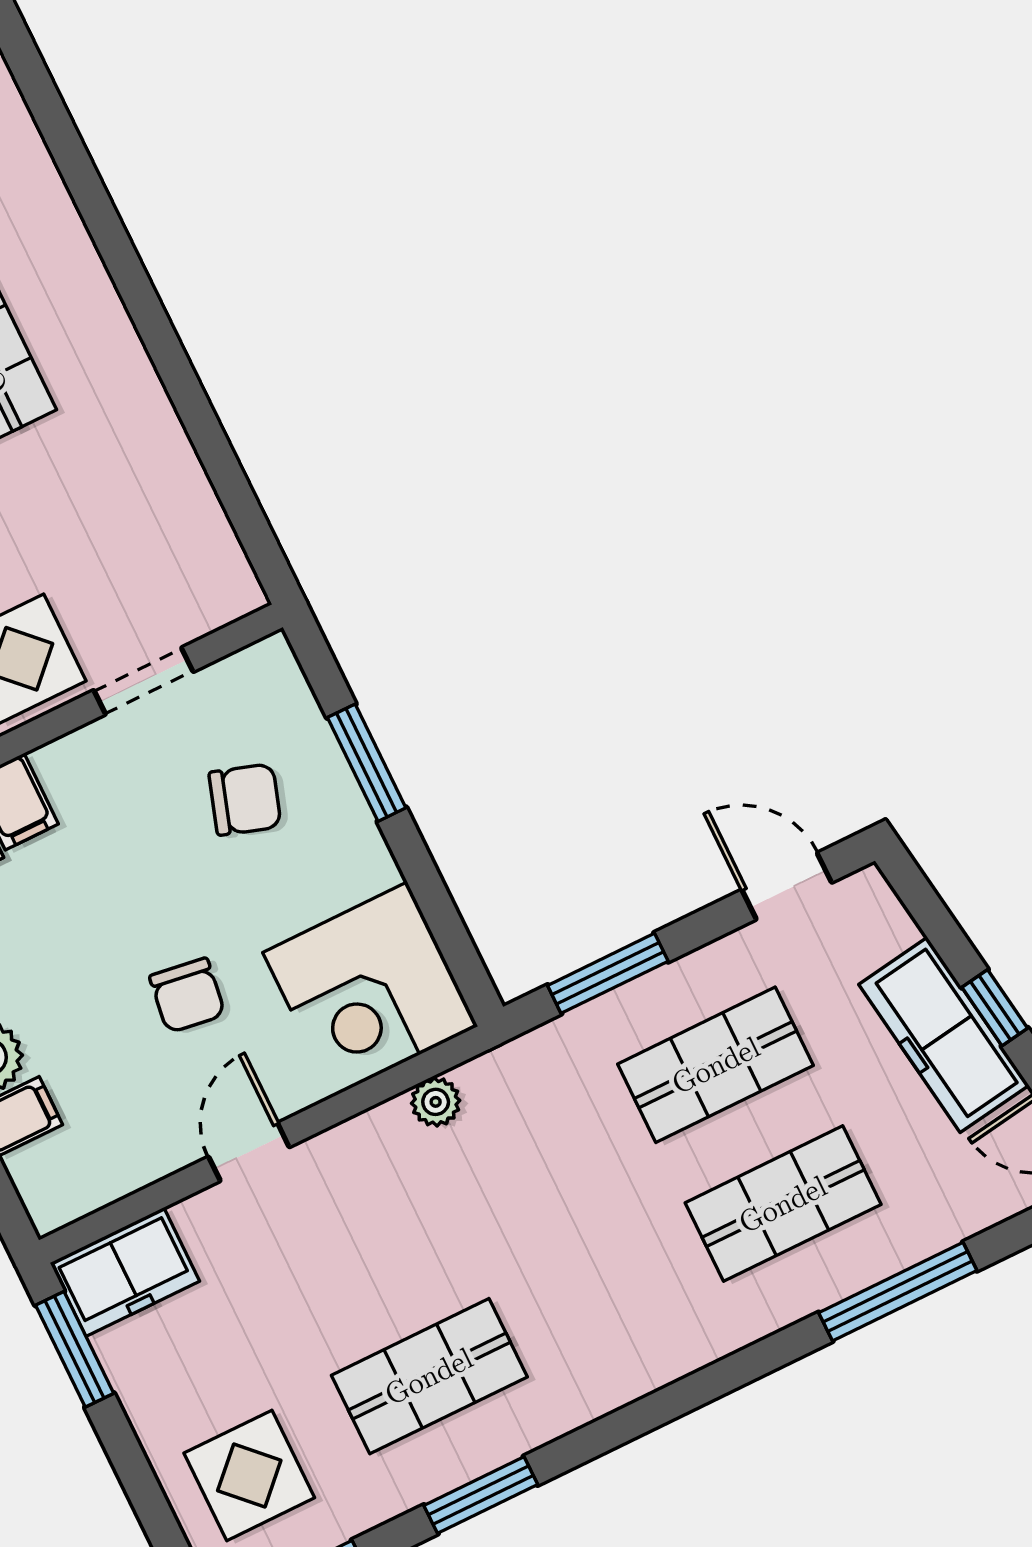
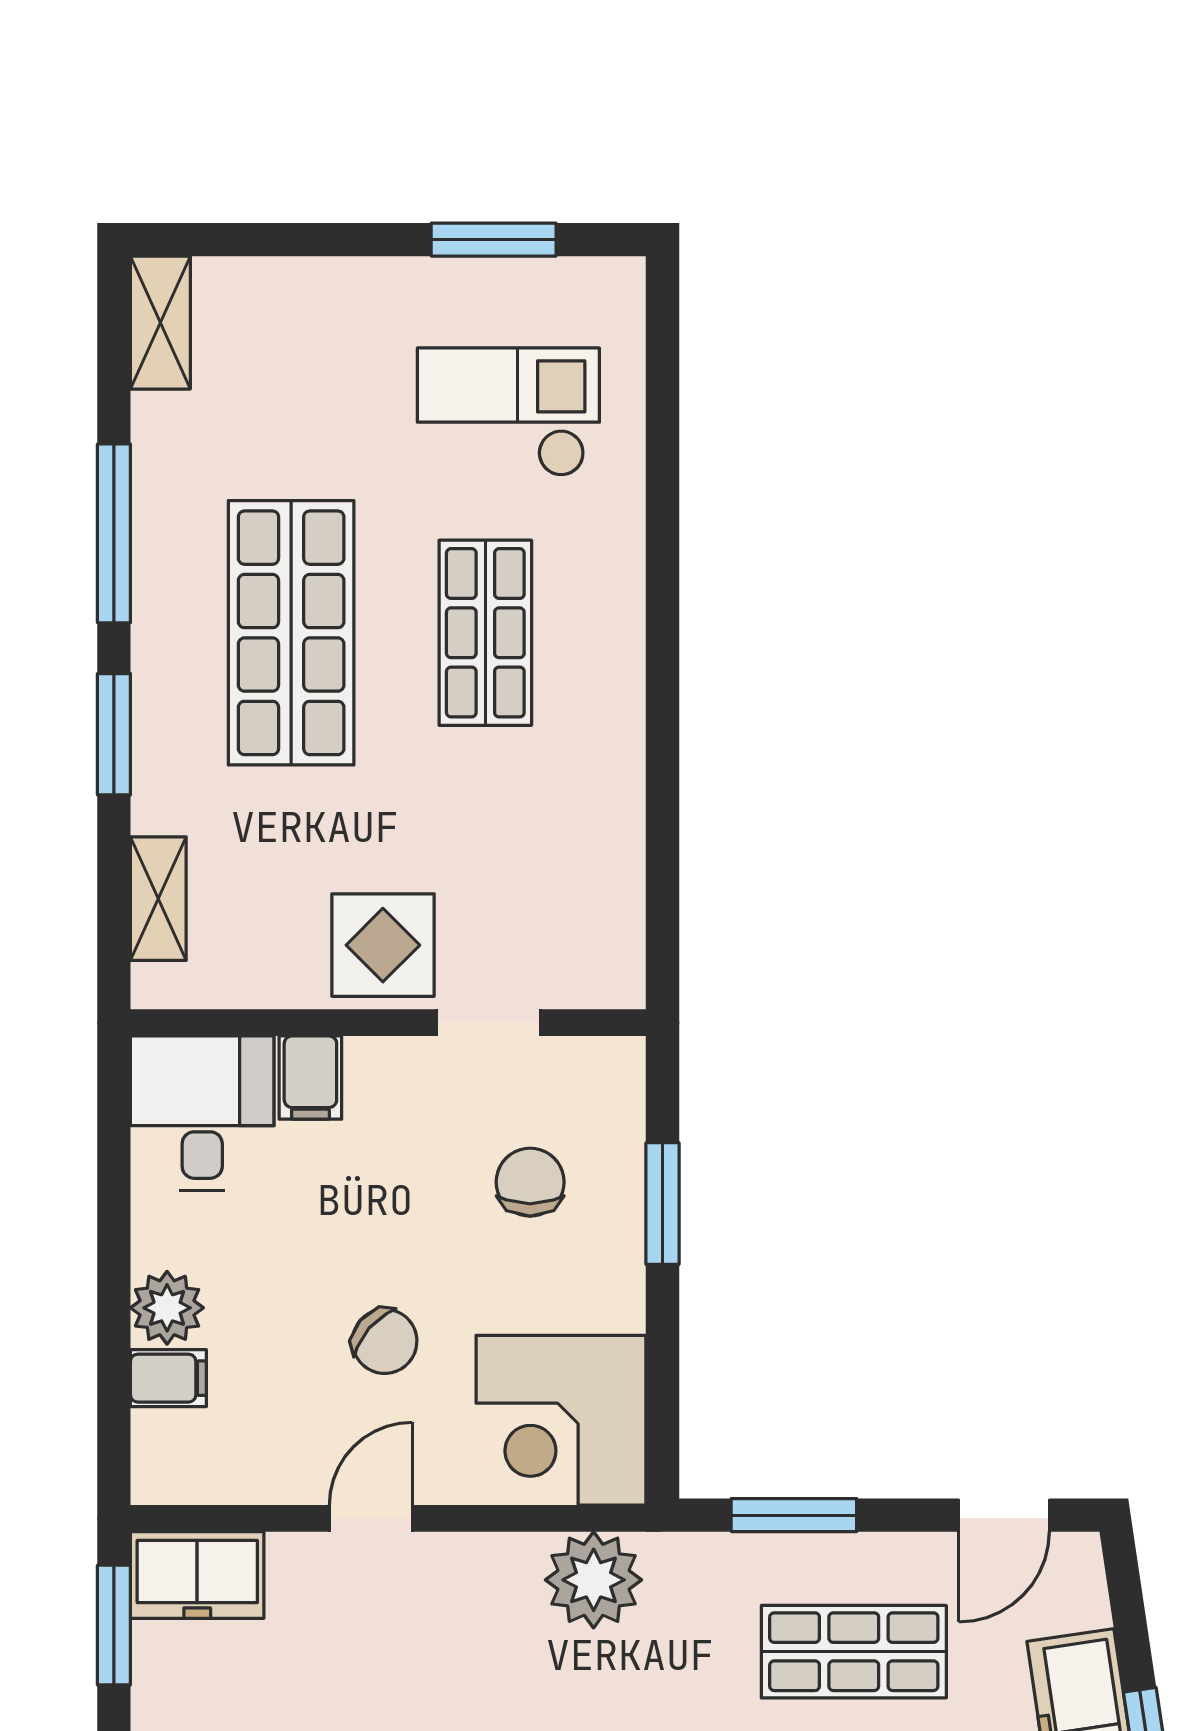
chair: (245, 799) -> (530, 1182), turned -108
door: (787, 886) -> (1004, 1515), swing flipped
chair: (187, 995) -> (385, 1341), turned -57
plant: (436, 1102) -> (594, 1580), width x1.87, depth x1.87

